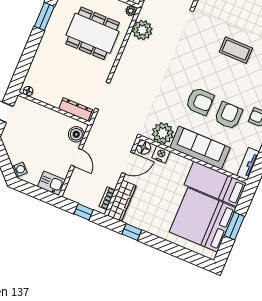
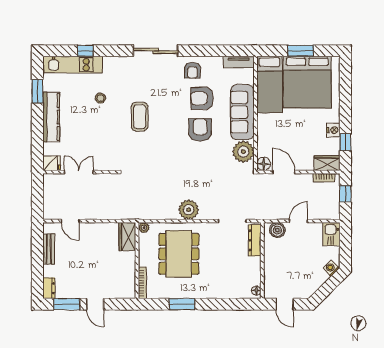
plant: (142, 30) -> (189, 210), moved
nightstand: (161, 154) -> (333, 130), moved, turned 180
wardrobe: (122, 201) -> (327, 163), width x0.67

